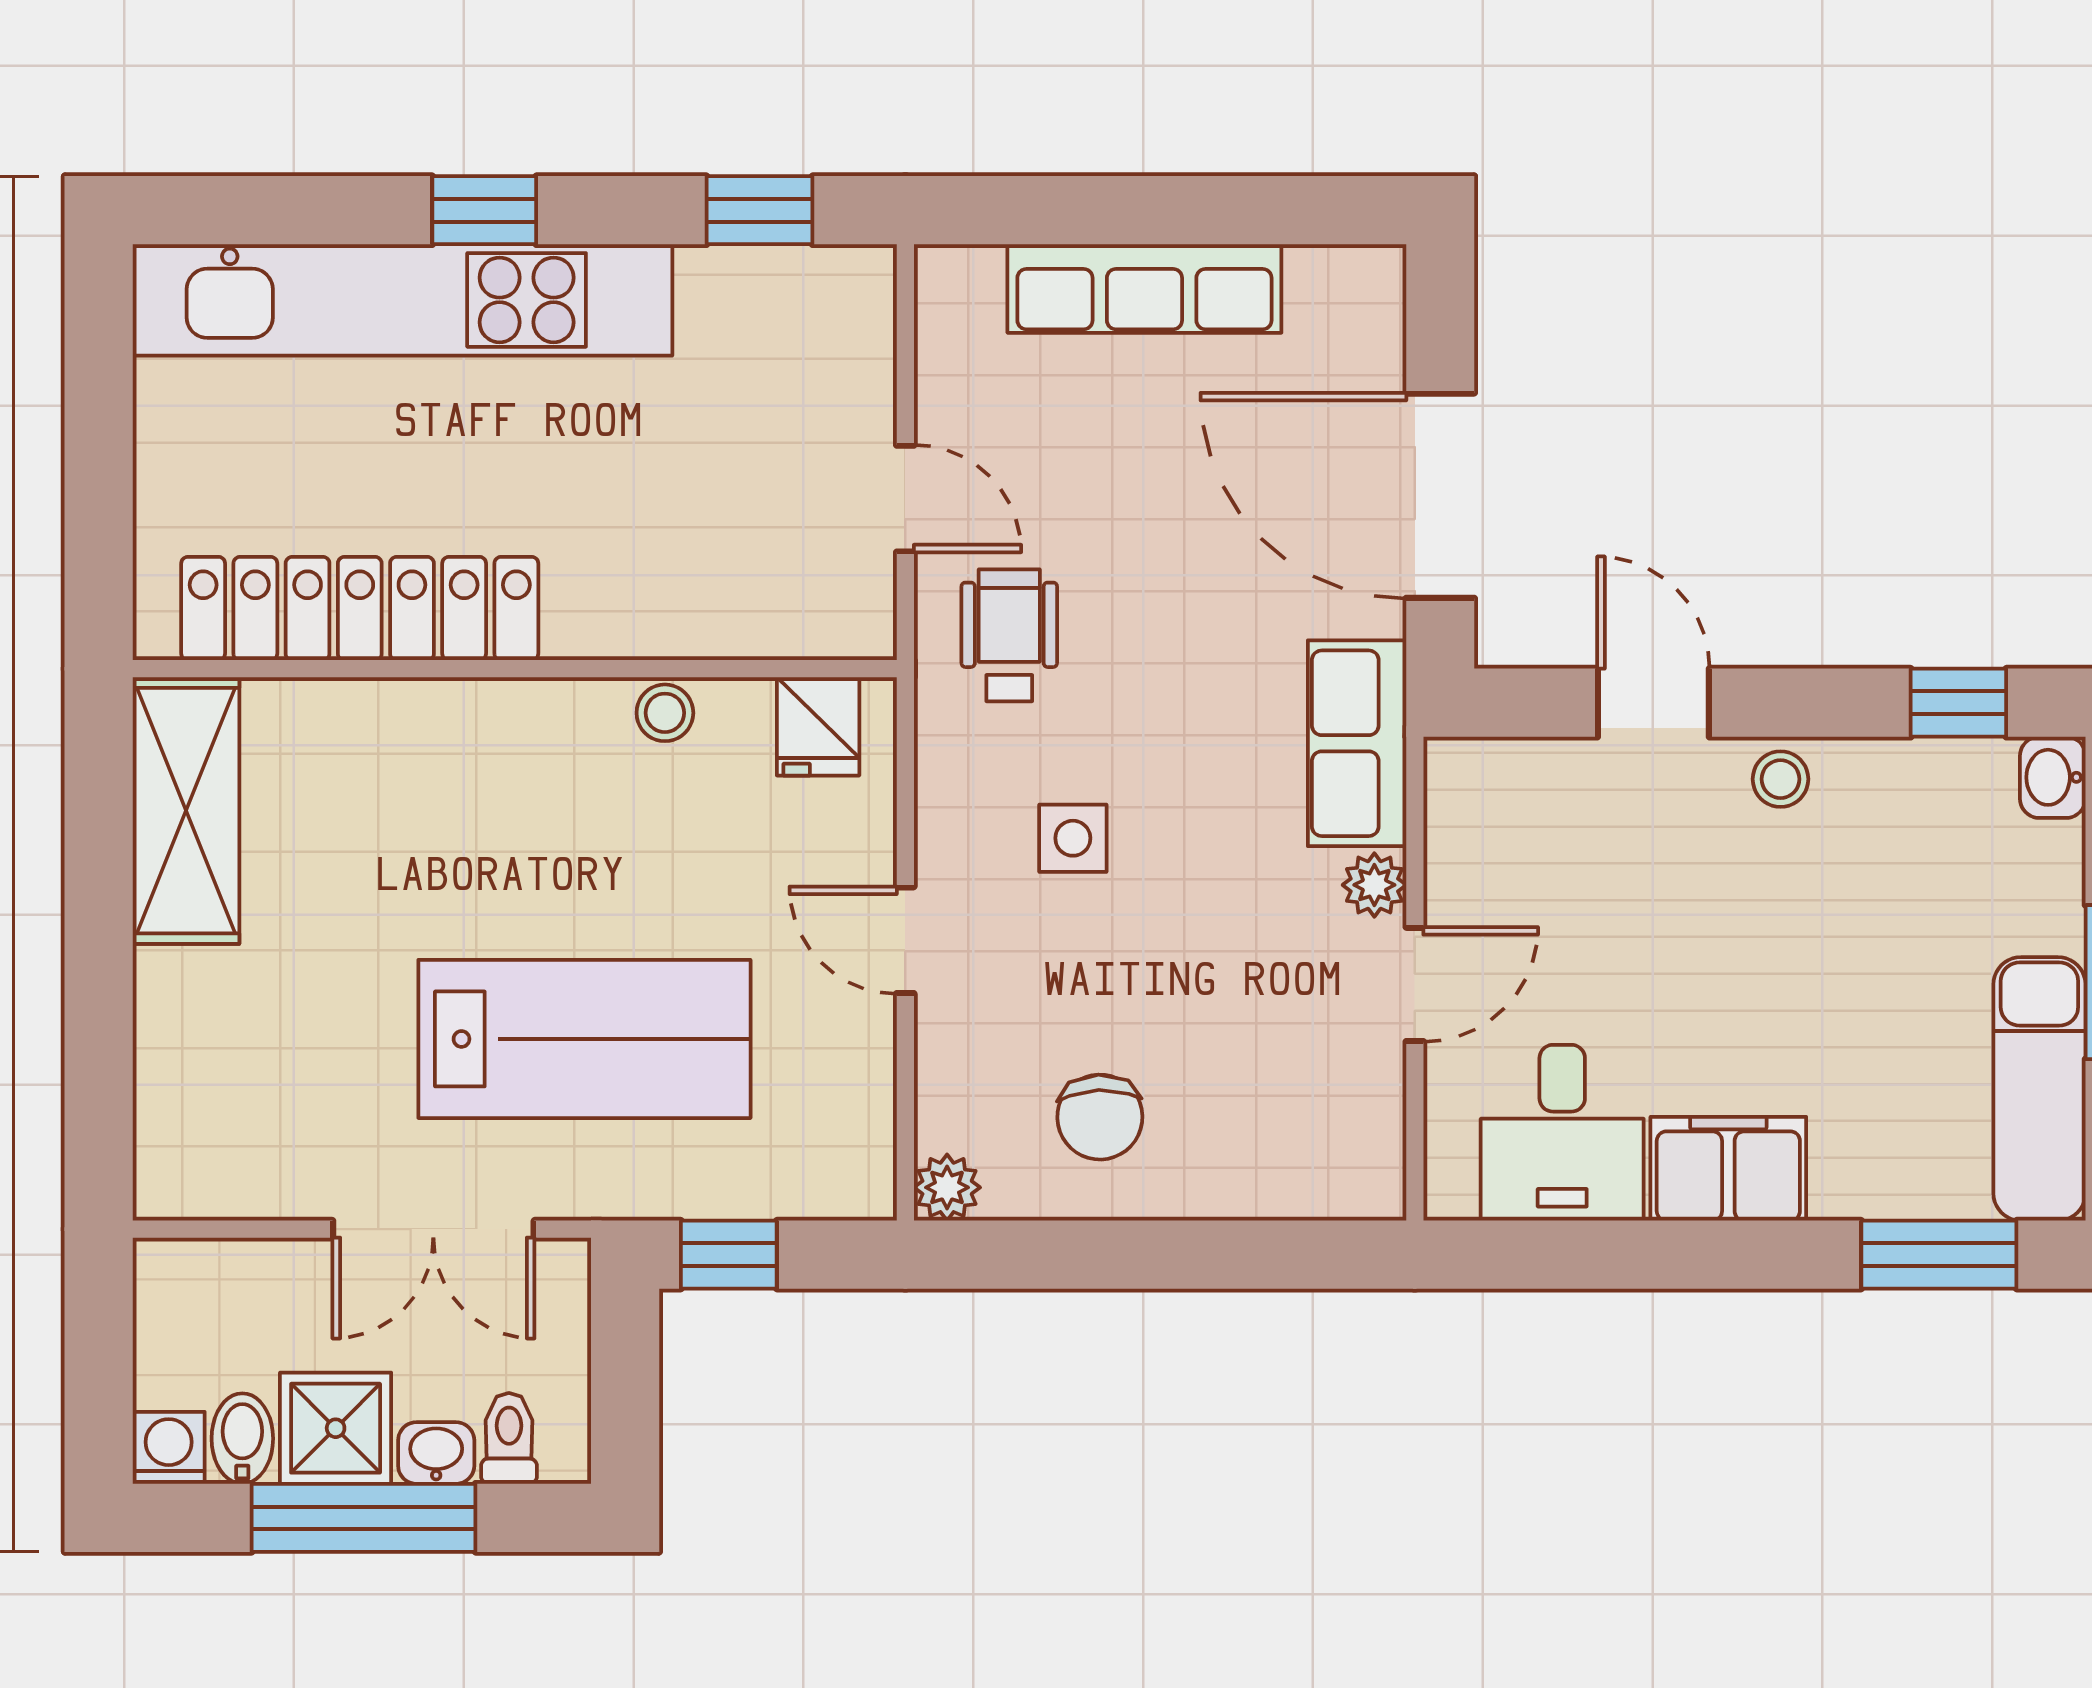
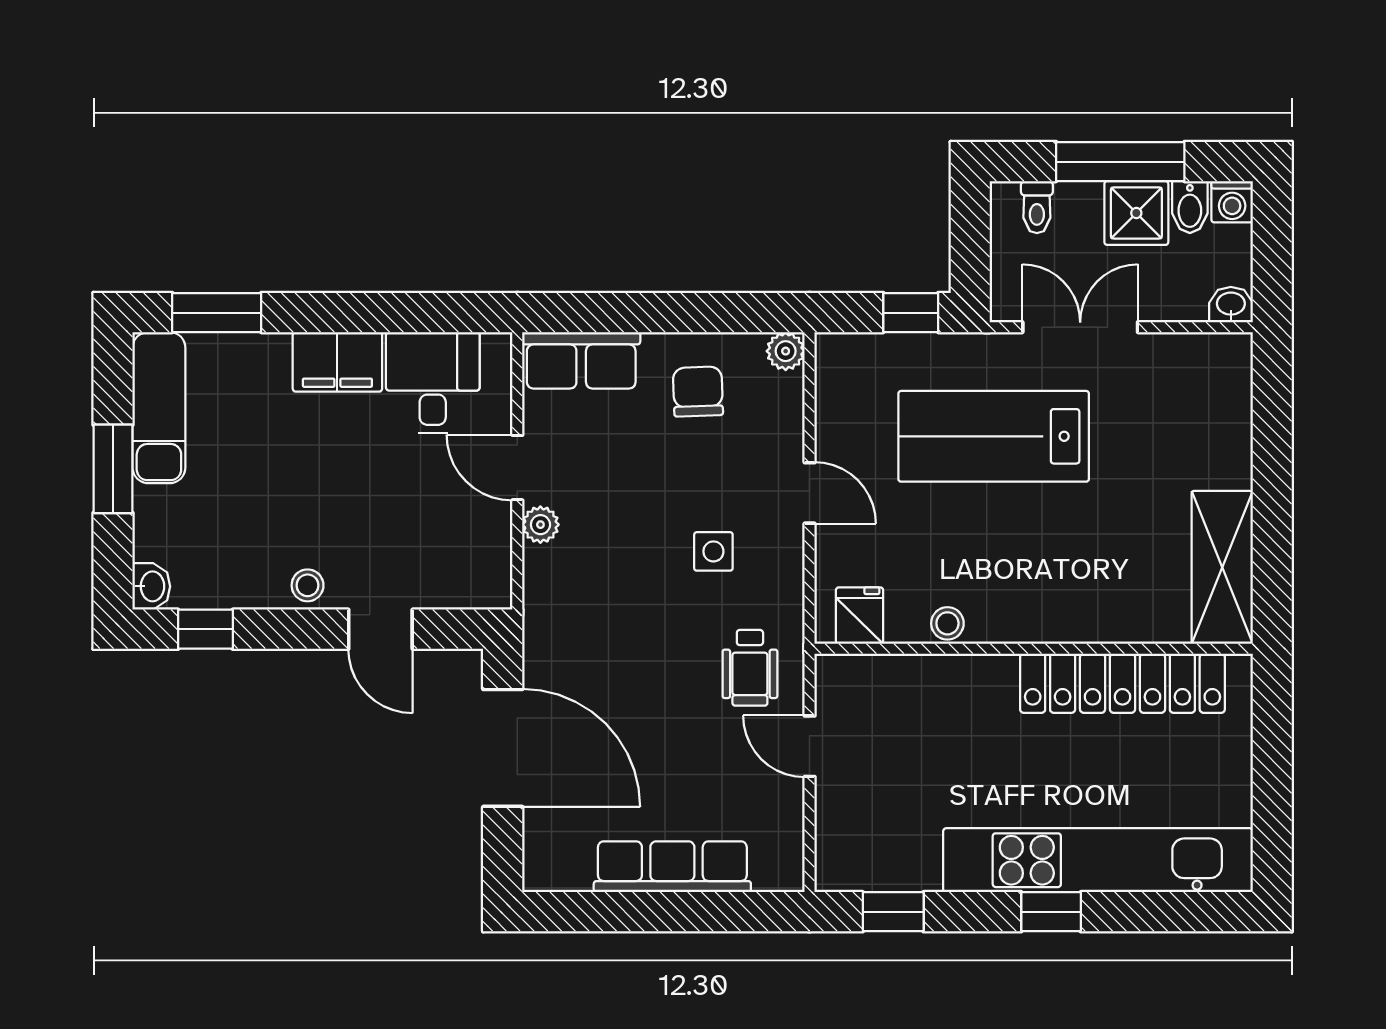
row of seats: (1357, 743) -> (581, 360), moved, turned 90
door: (1415, 984) -> (517, 468), hinge flipped
washbasin: (436, 1453) -> (1231, 305), moved, turned 180

